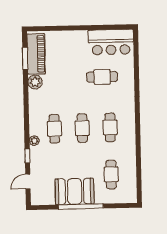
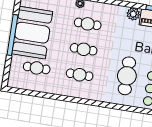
cafe table: (102, 77) -> (127, 76), width x1.37, depth x1.35
booth: (75, 191) -> (32, 33), width x1.36, depth x1.42

